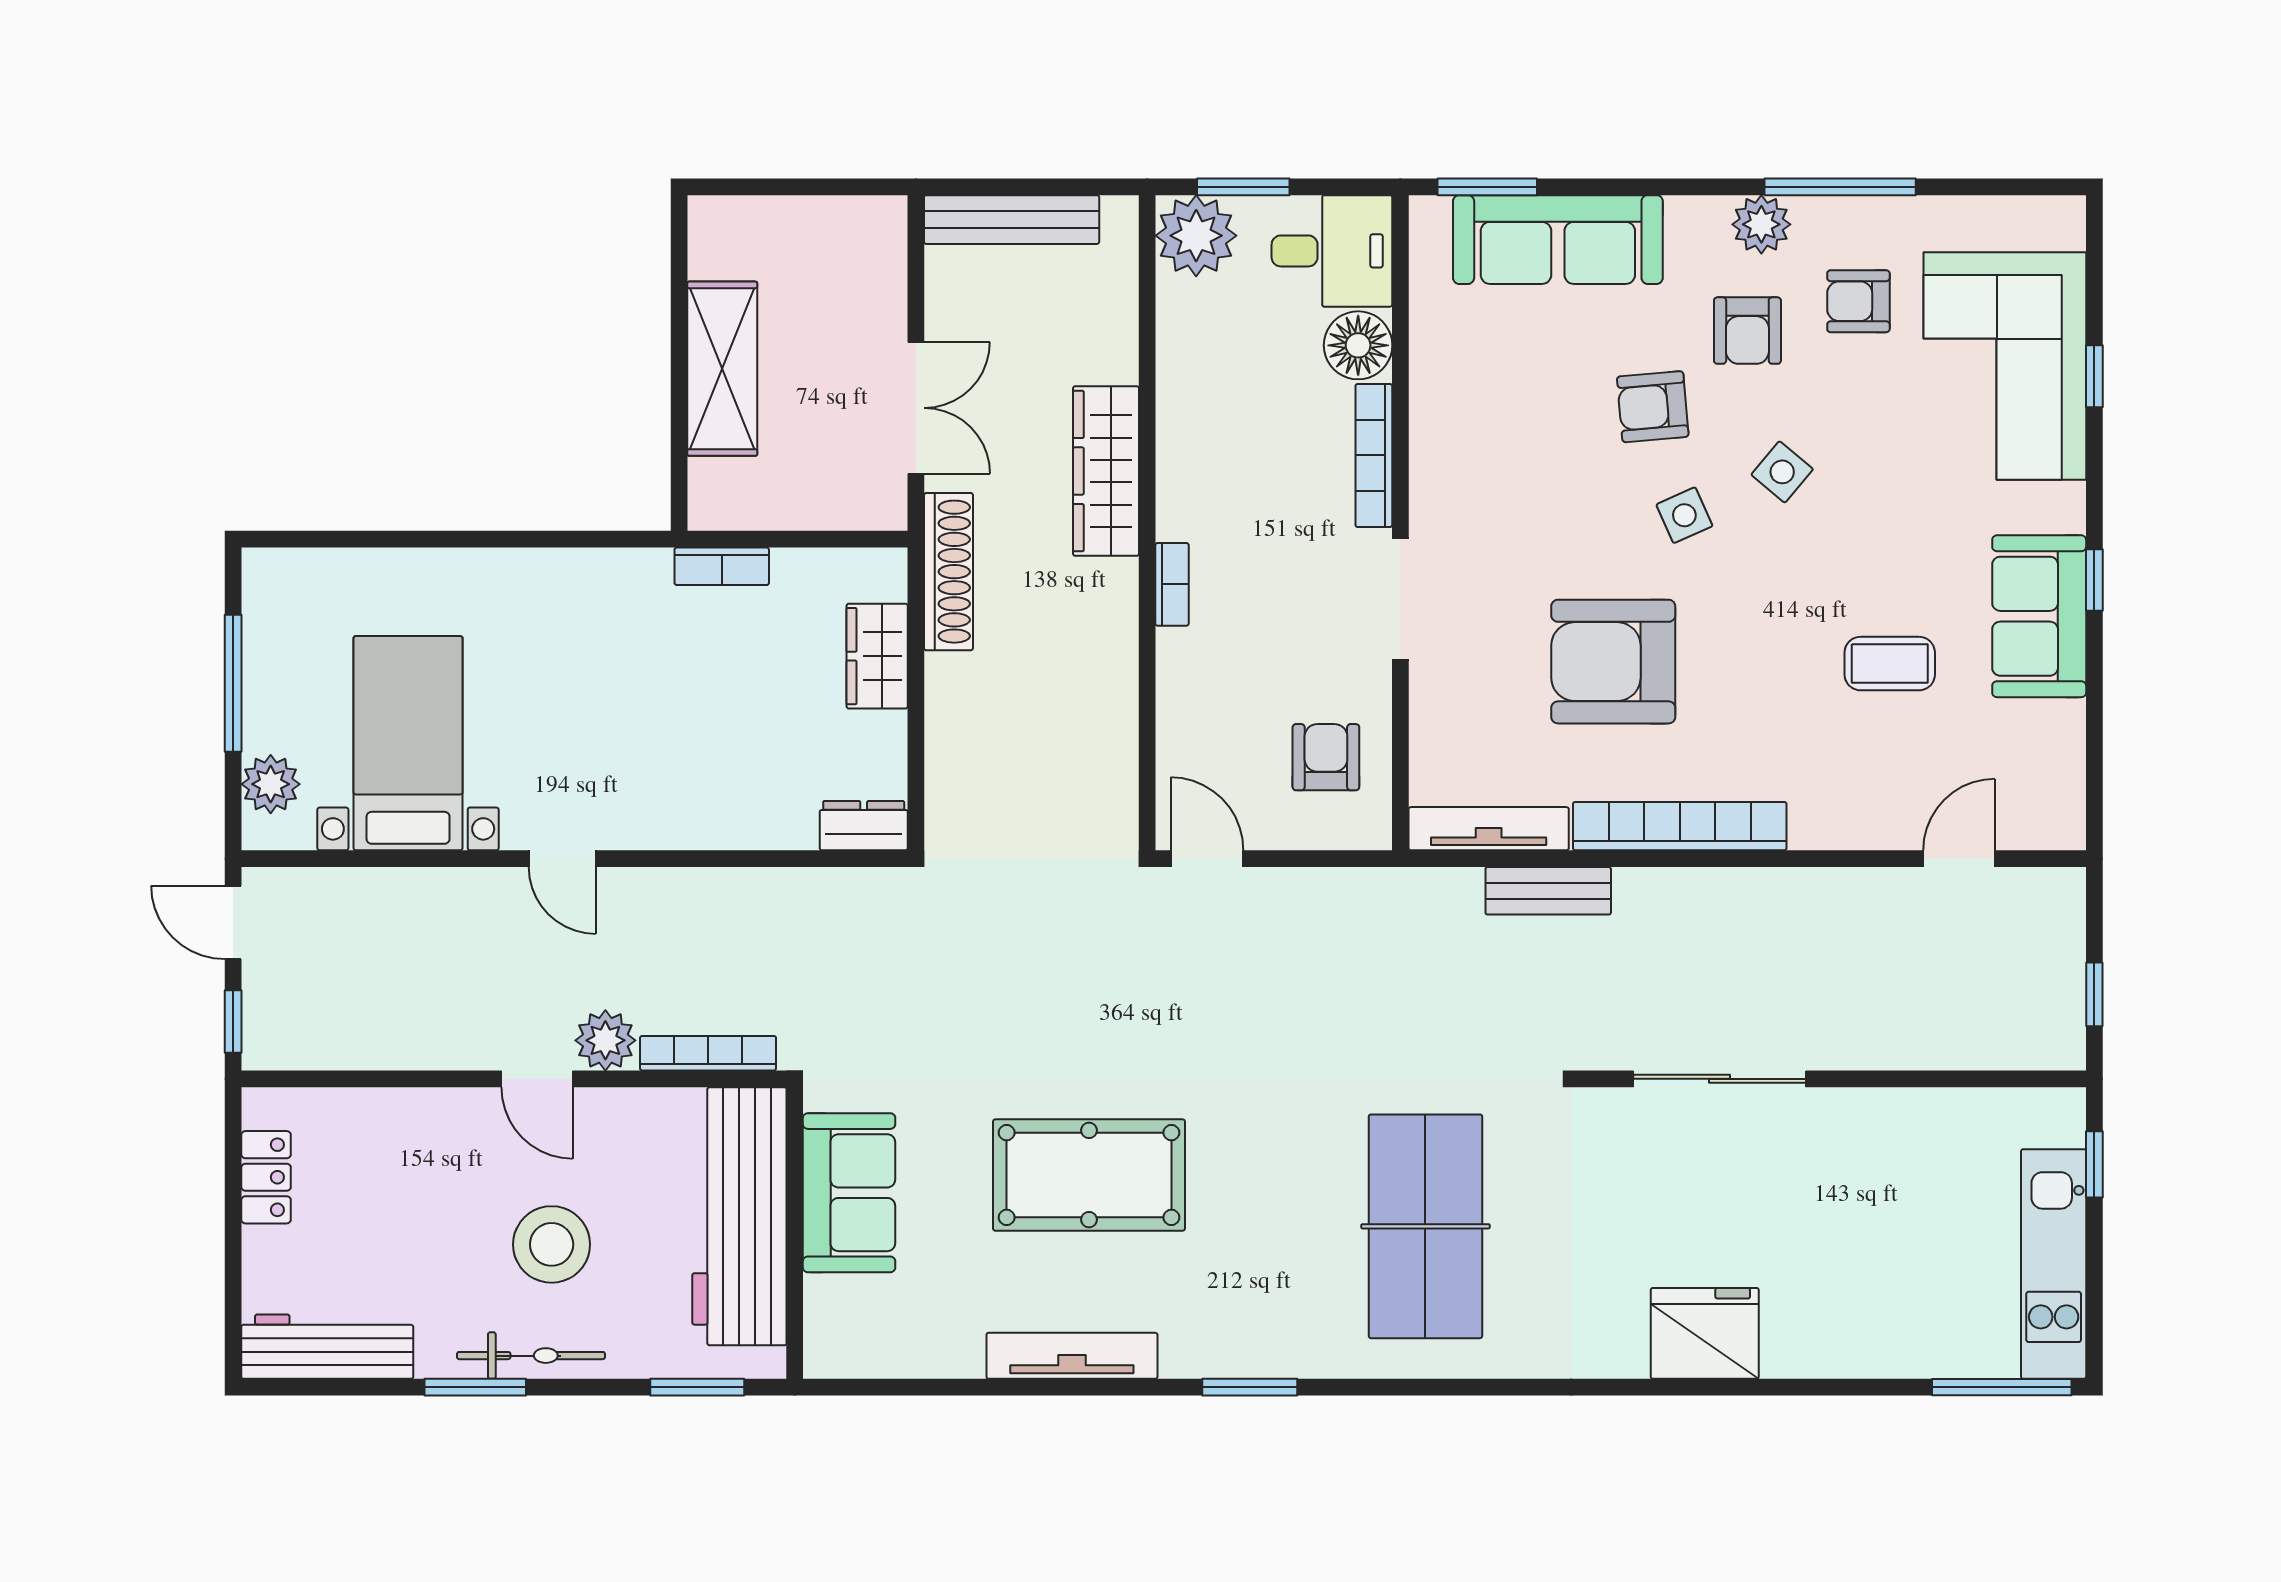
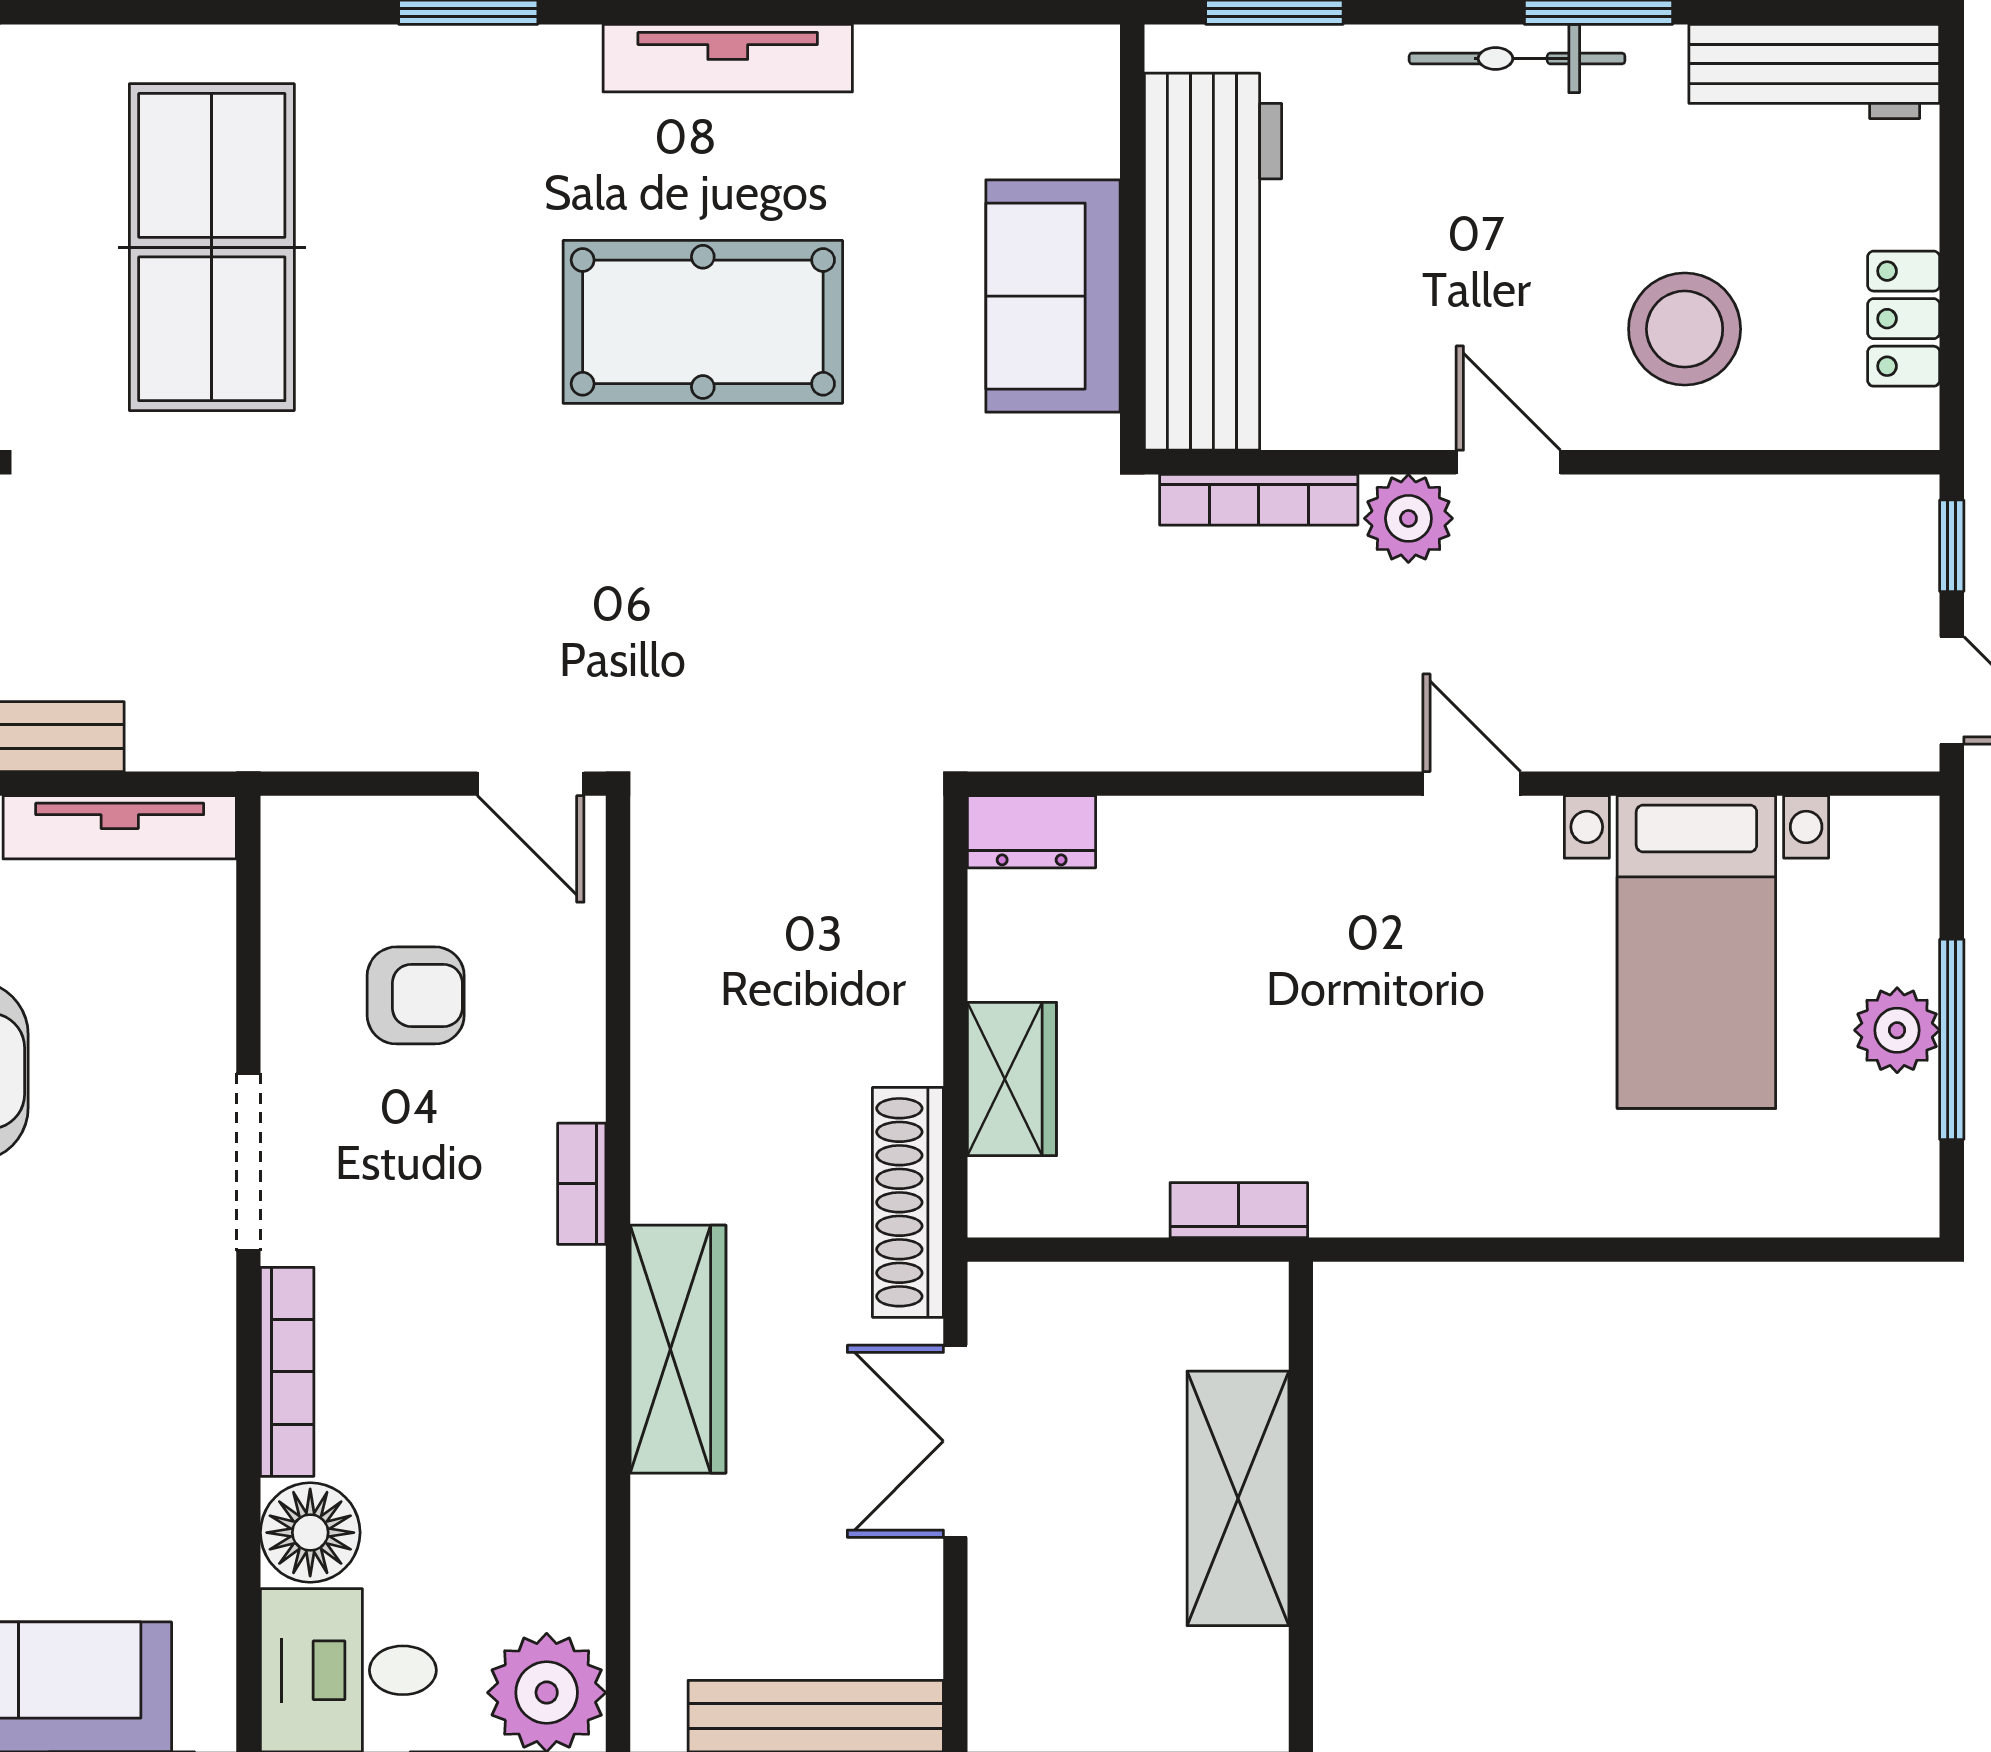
armchair: (1326, 757) -> (416, 995), moved, turned -90
plant: (271, 784) -> (1897, 1030), moved
stool: (552, 1244) -> (1685, 329), moved

